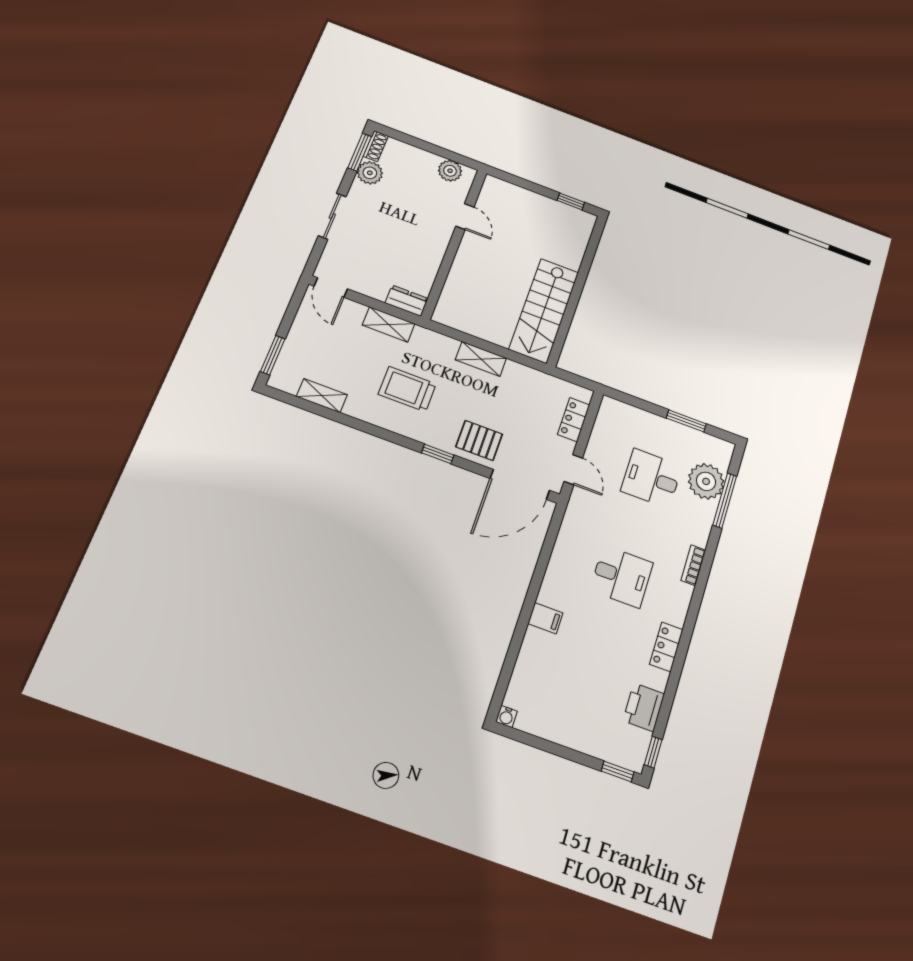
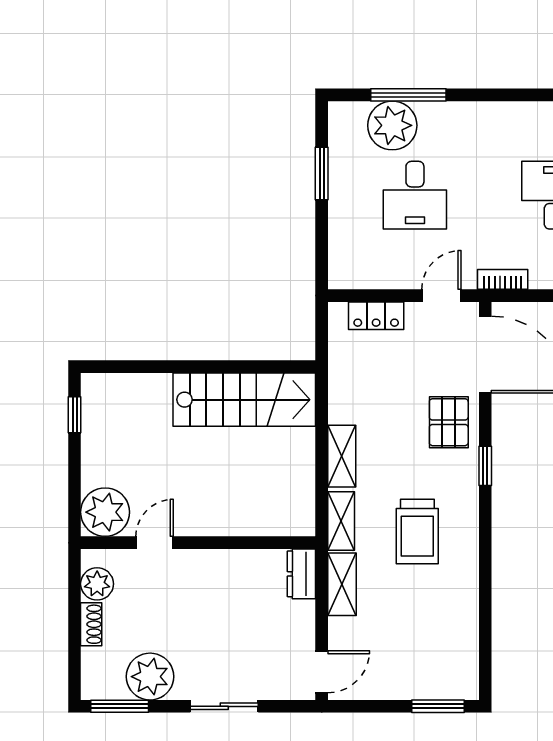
shoe rack: (376, 146) -> (91, 624), moved, turned 90
plant: (370, 173) -> (150, 677), width x1.36, depth x1.36
plant: (497, 194) -> (105, 512), added
shelving: (322, 396) -> (341, 521), moved
bookcase: (693, 565) -> (503, 279), moved, turned 180

